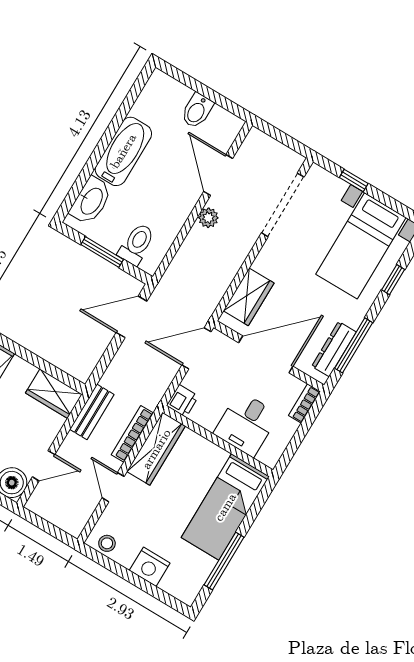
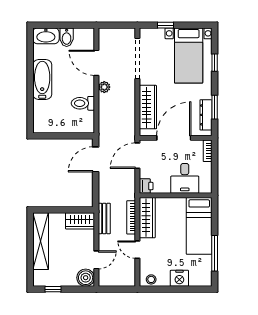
washbasin: (91, 201) -> (46, 36), moved, turned 90
toilet: (137, 244) -> (83, 103), moved, turned -90
window: (102, 252) -> (62, 136), removed
wardrobe: (249, 297) -> (148, 107), width x1.50
window: (354, 345) -> (215, 107), width x0.69

